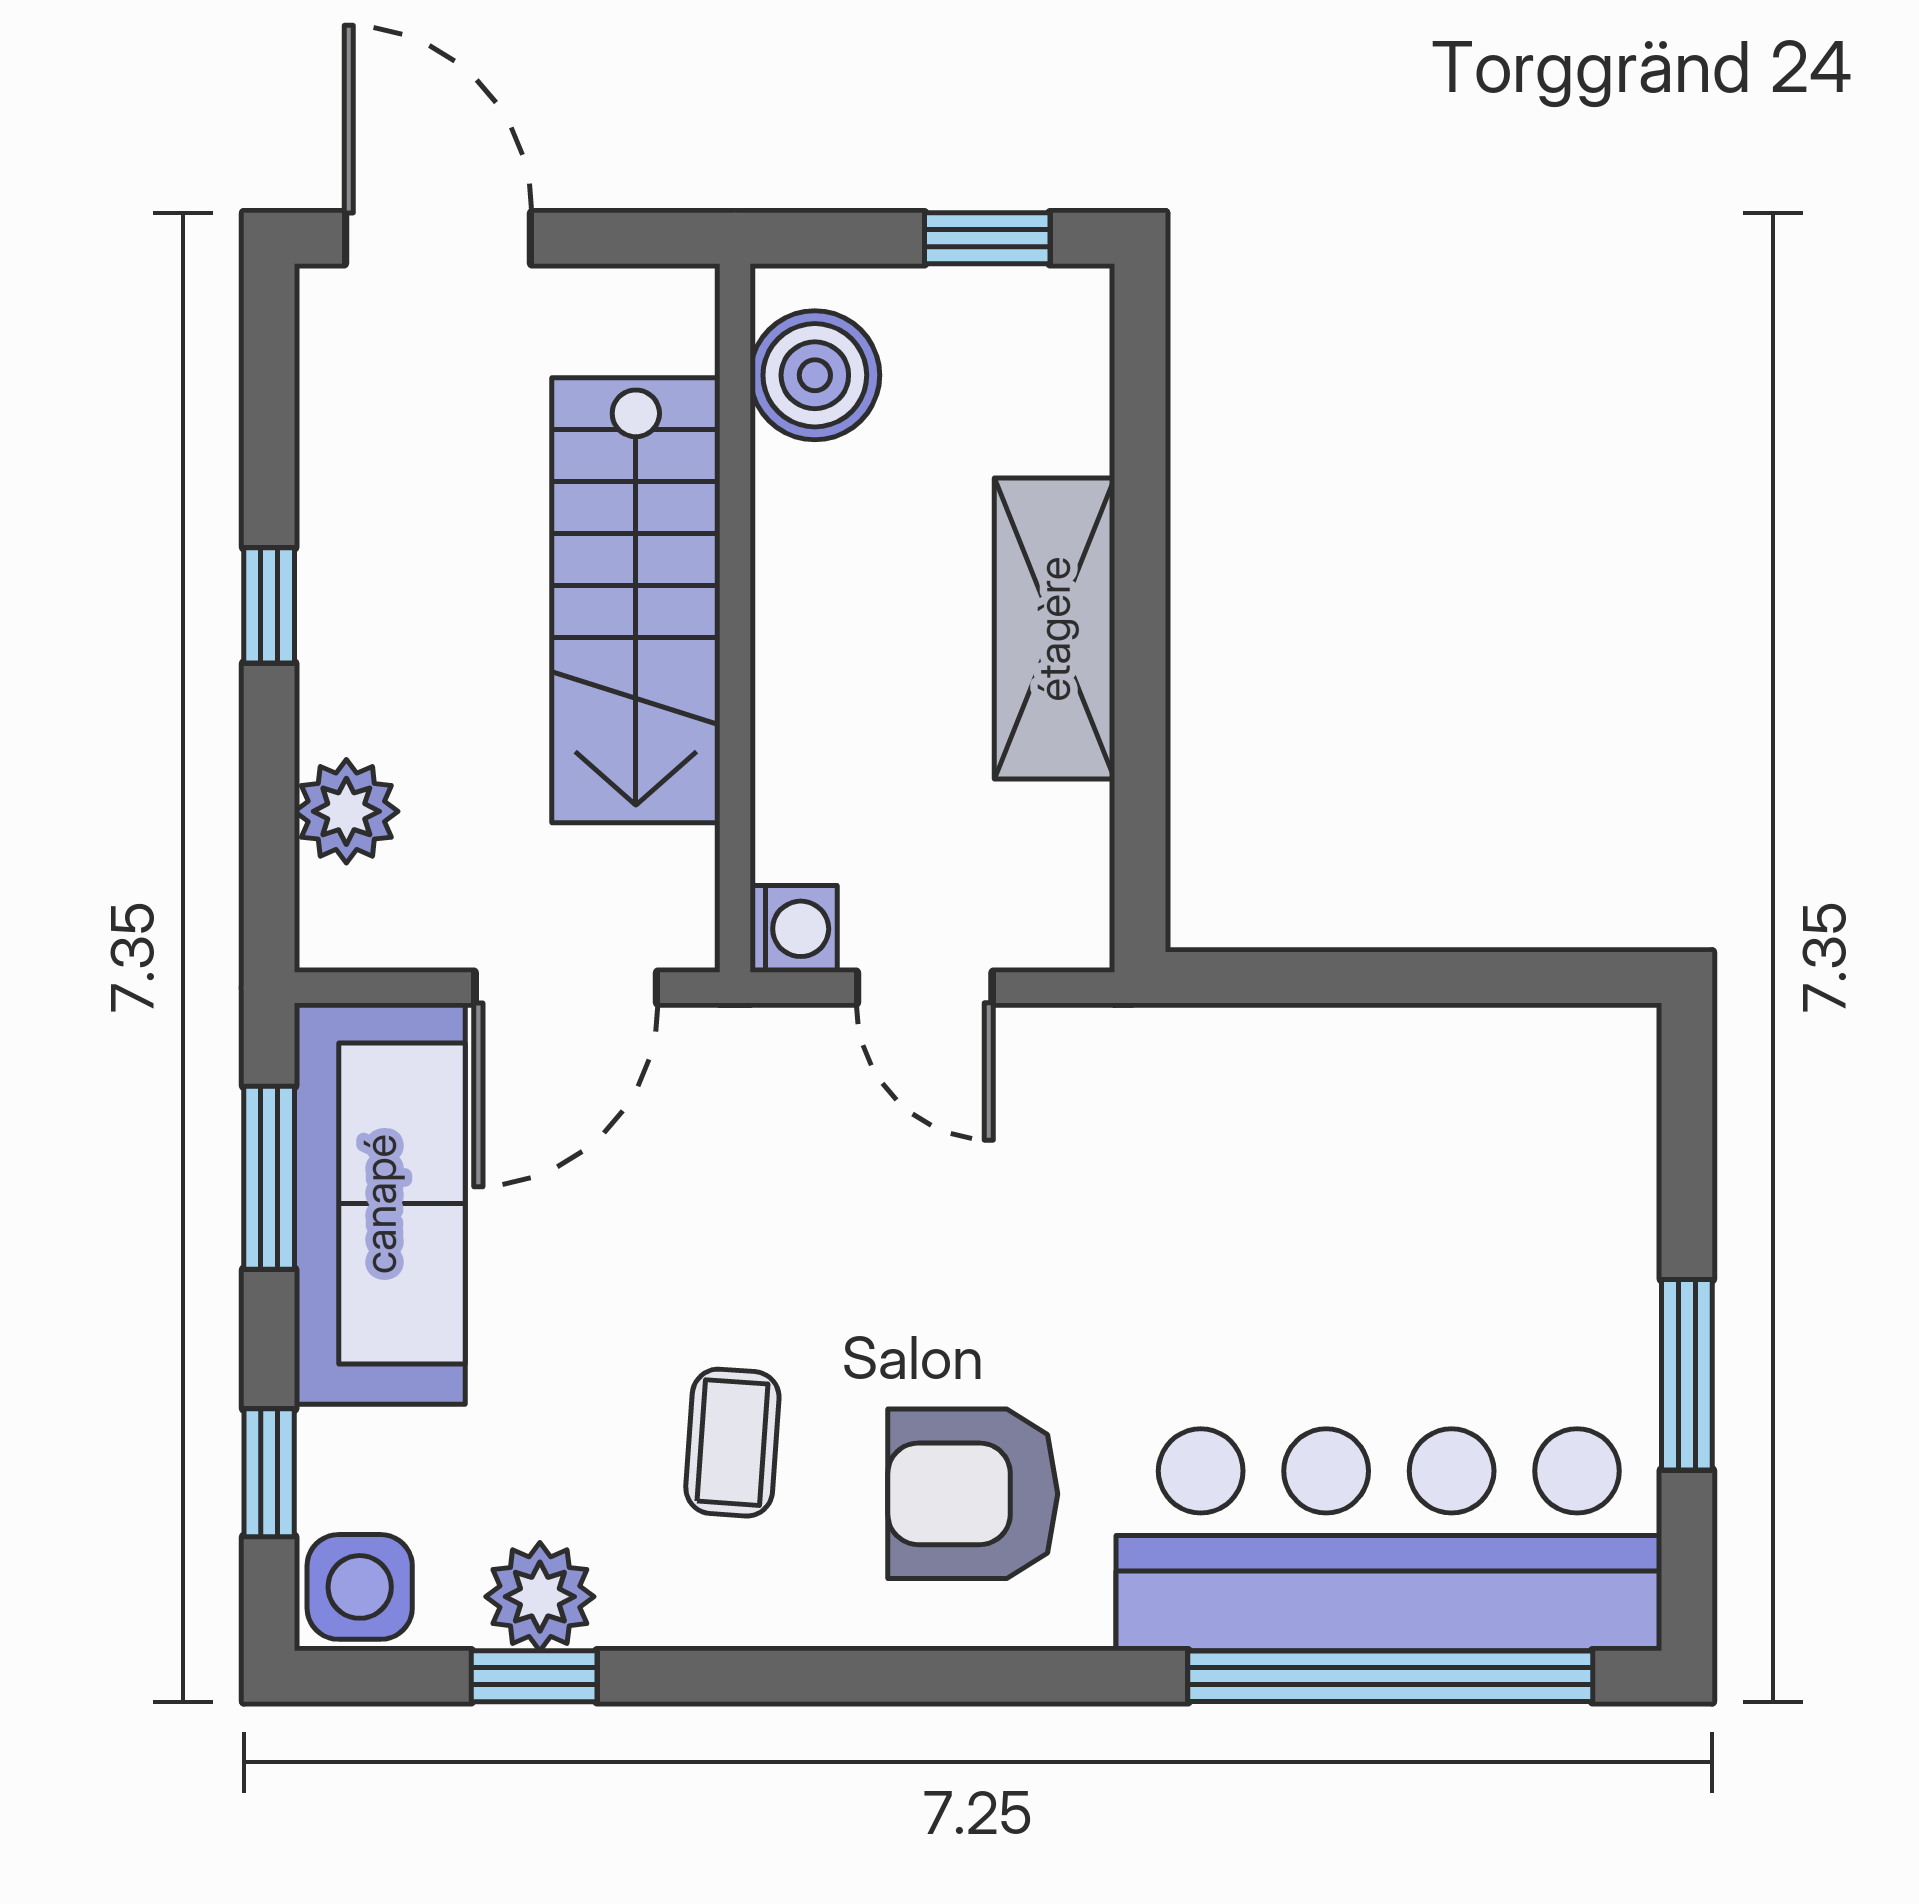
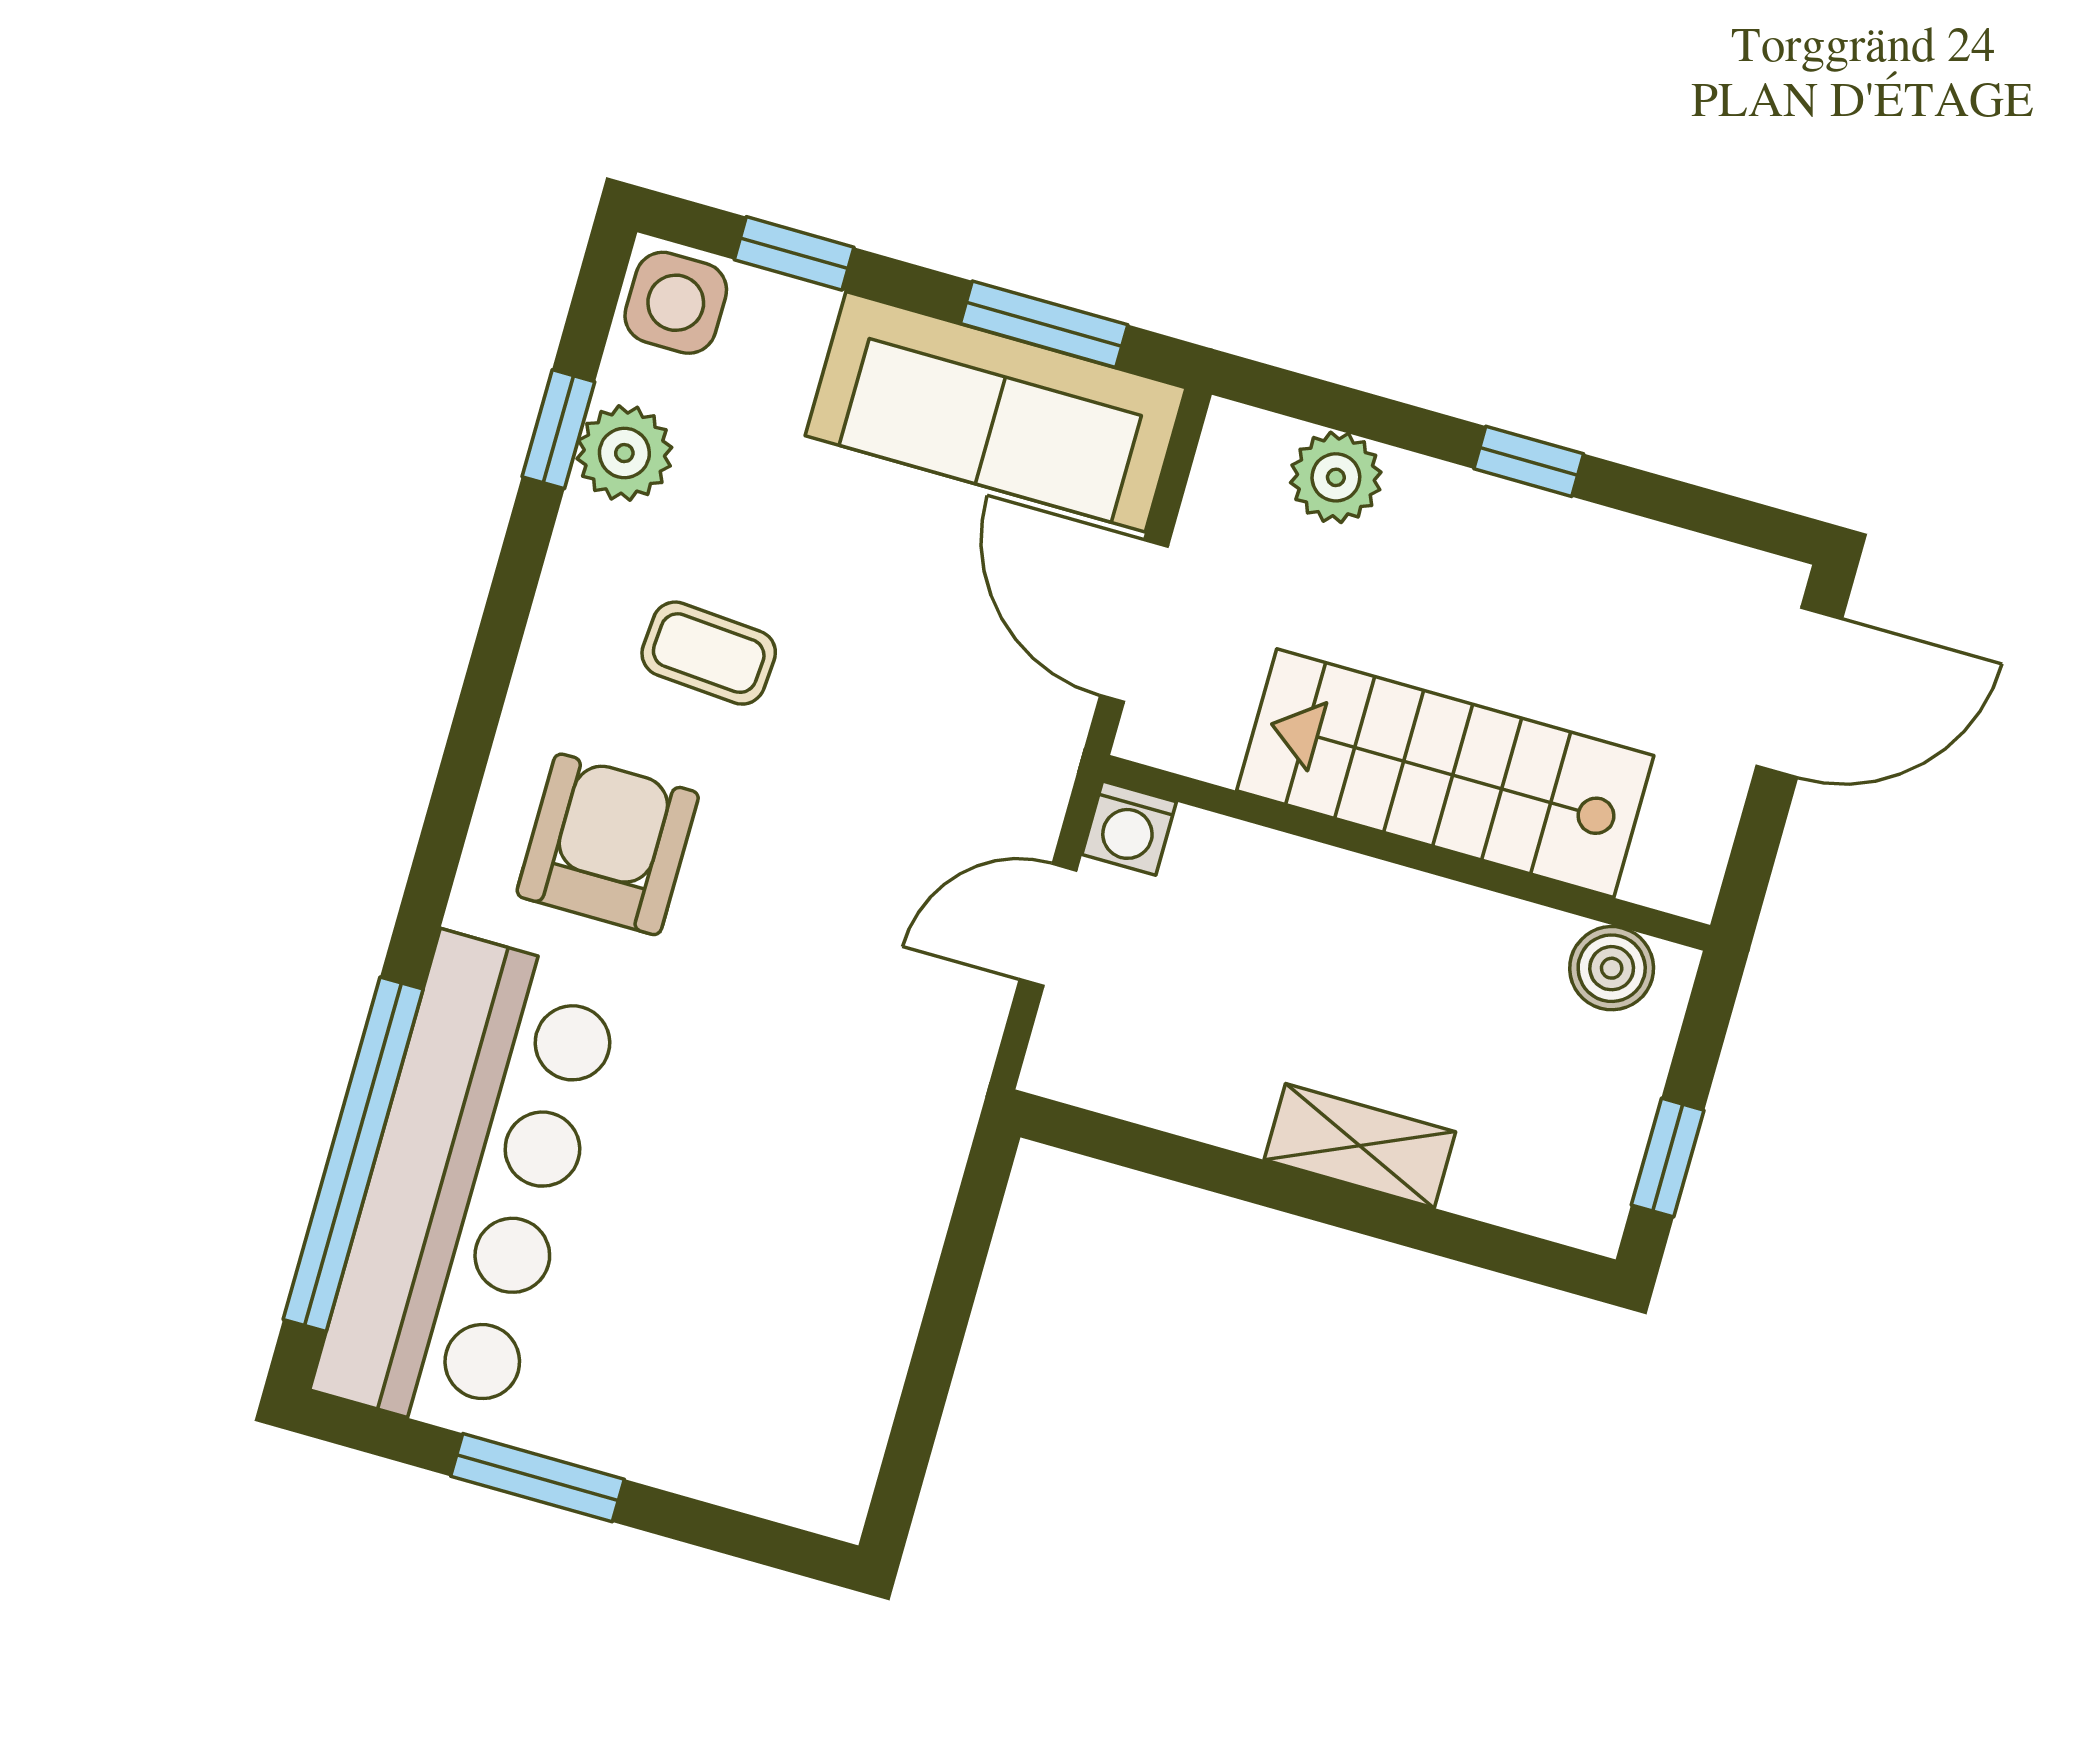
boiler: (815, 375) -> (1612, 968), width x0.73, depth x0.73
shelving: (1054, 629) -> (1360, 1146), width x0.67, depth x0.75

